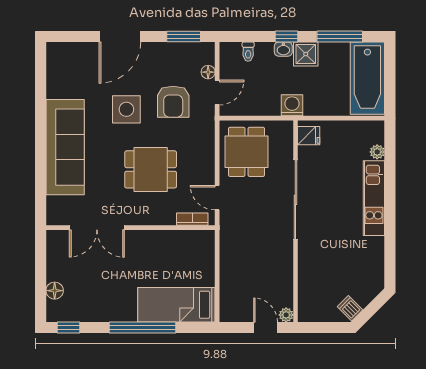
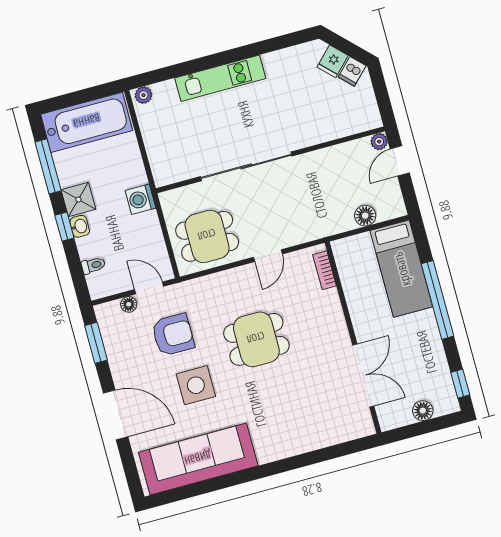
fridge: (309, 136) -> (333, 61), moved, turned -135
sofa: (65, 147) -> (198, 459), moved
plant: (377, 152) -> (143, 95), moved
dining table: (151, 169) -> (256, 339), turned 90
bookcase: (192, 219) -> (325, 270), moved
double door: (97, 228) -> (363, 376), moved
wall: (130, 228) -> (353, 338), moved
floor lamp: (228, 287) -> (365, 216), added

